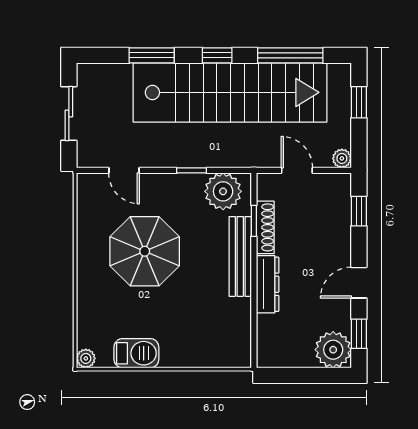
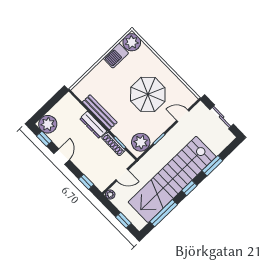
bench: (240, 256) -> (100, 112), moved
plant: (86, 358) -> (132, 42), width x1.87, depth x1.87

